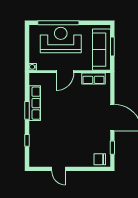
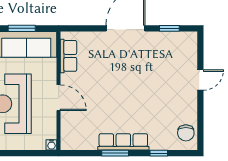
row of seats: (35, 103) -> (123, 142), moved
chair: (100, 159) -> (186, 133), moved
door: (58, 169) -> (200, 80), moved

